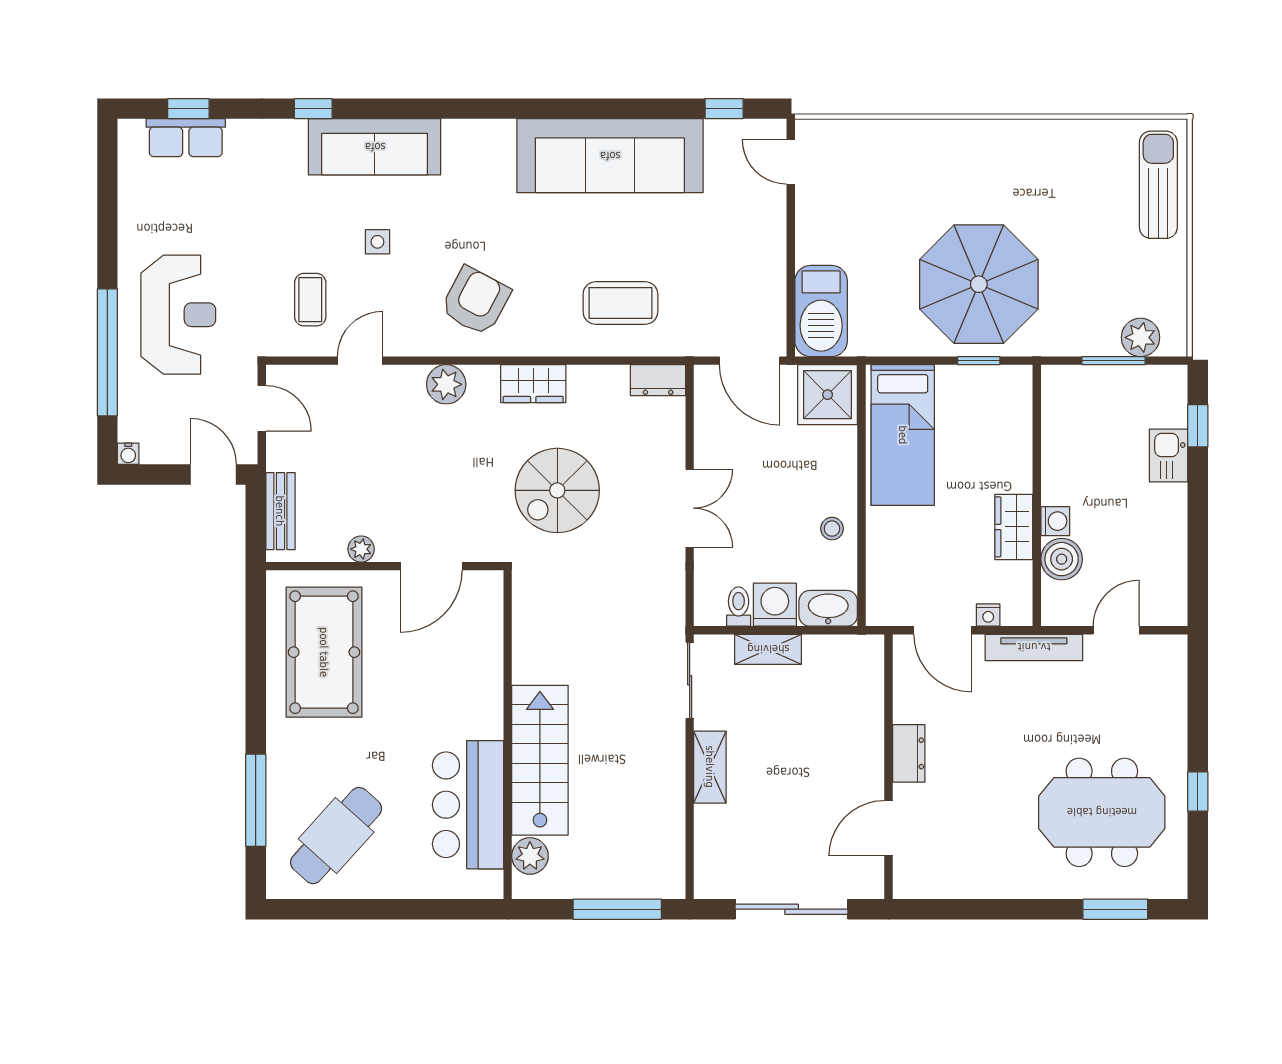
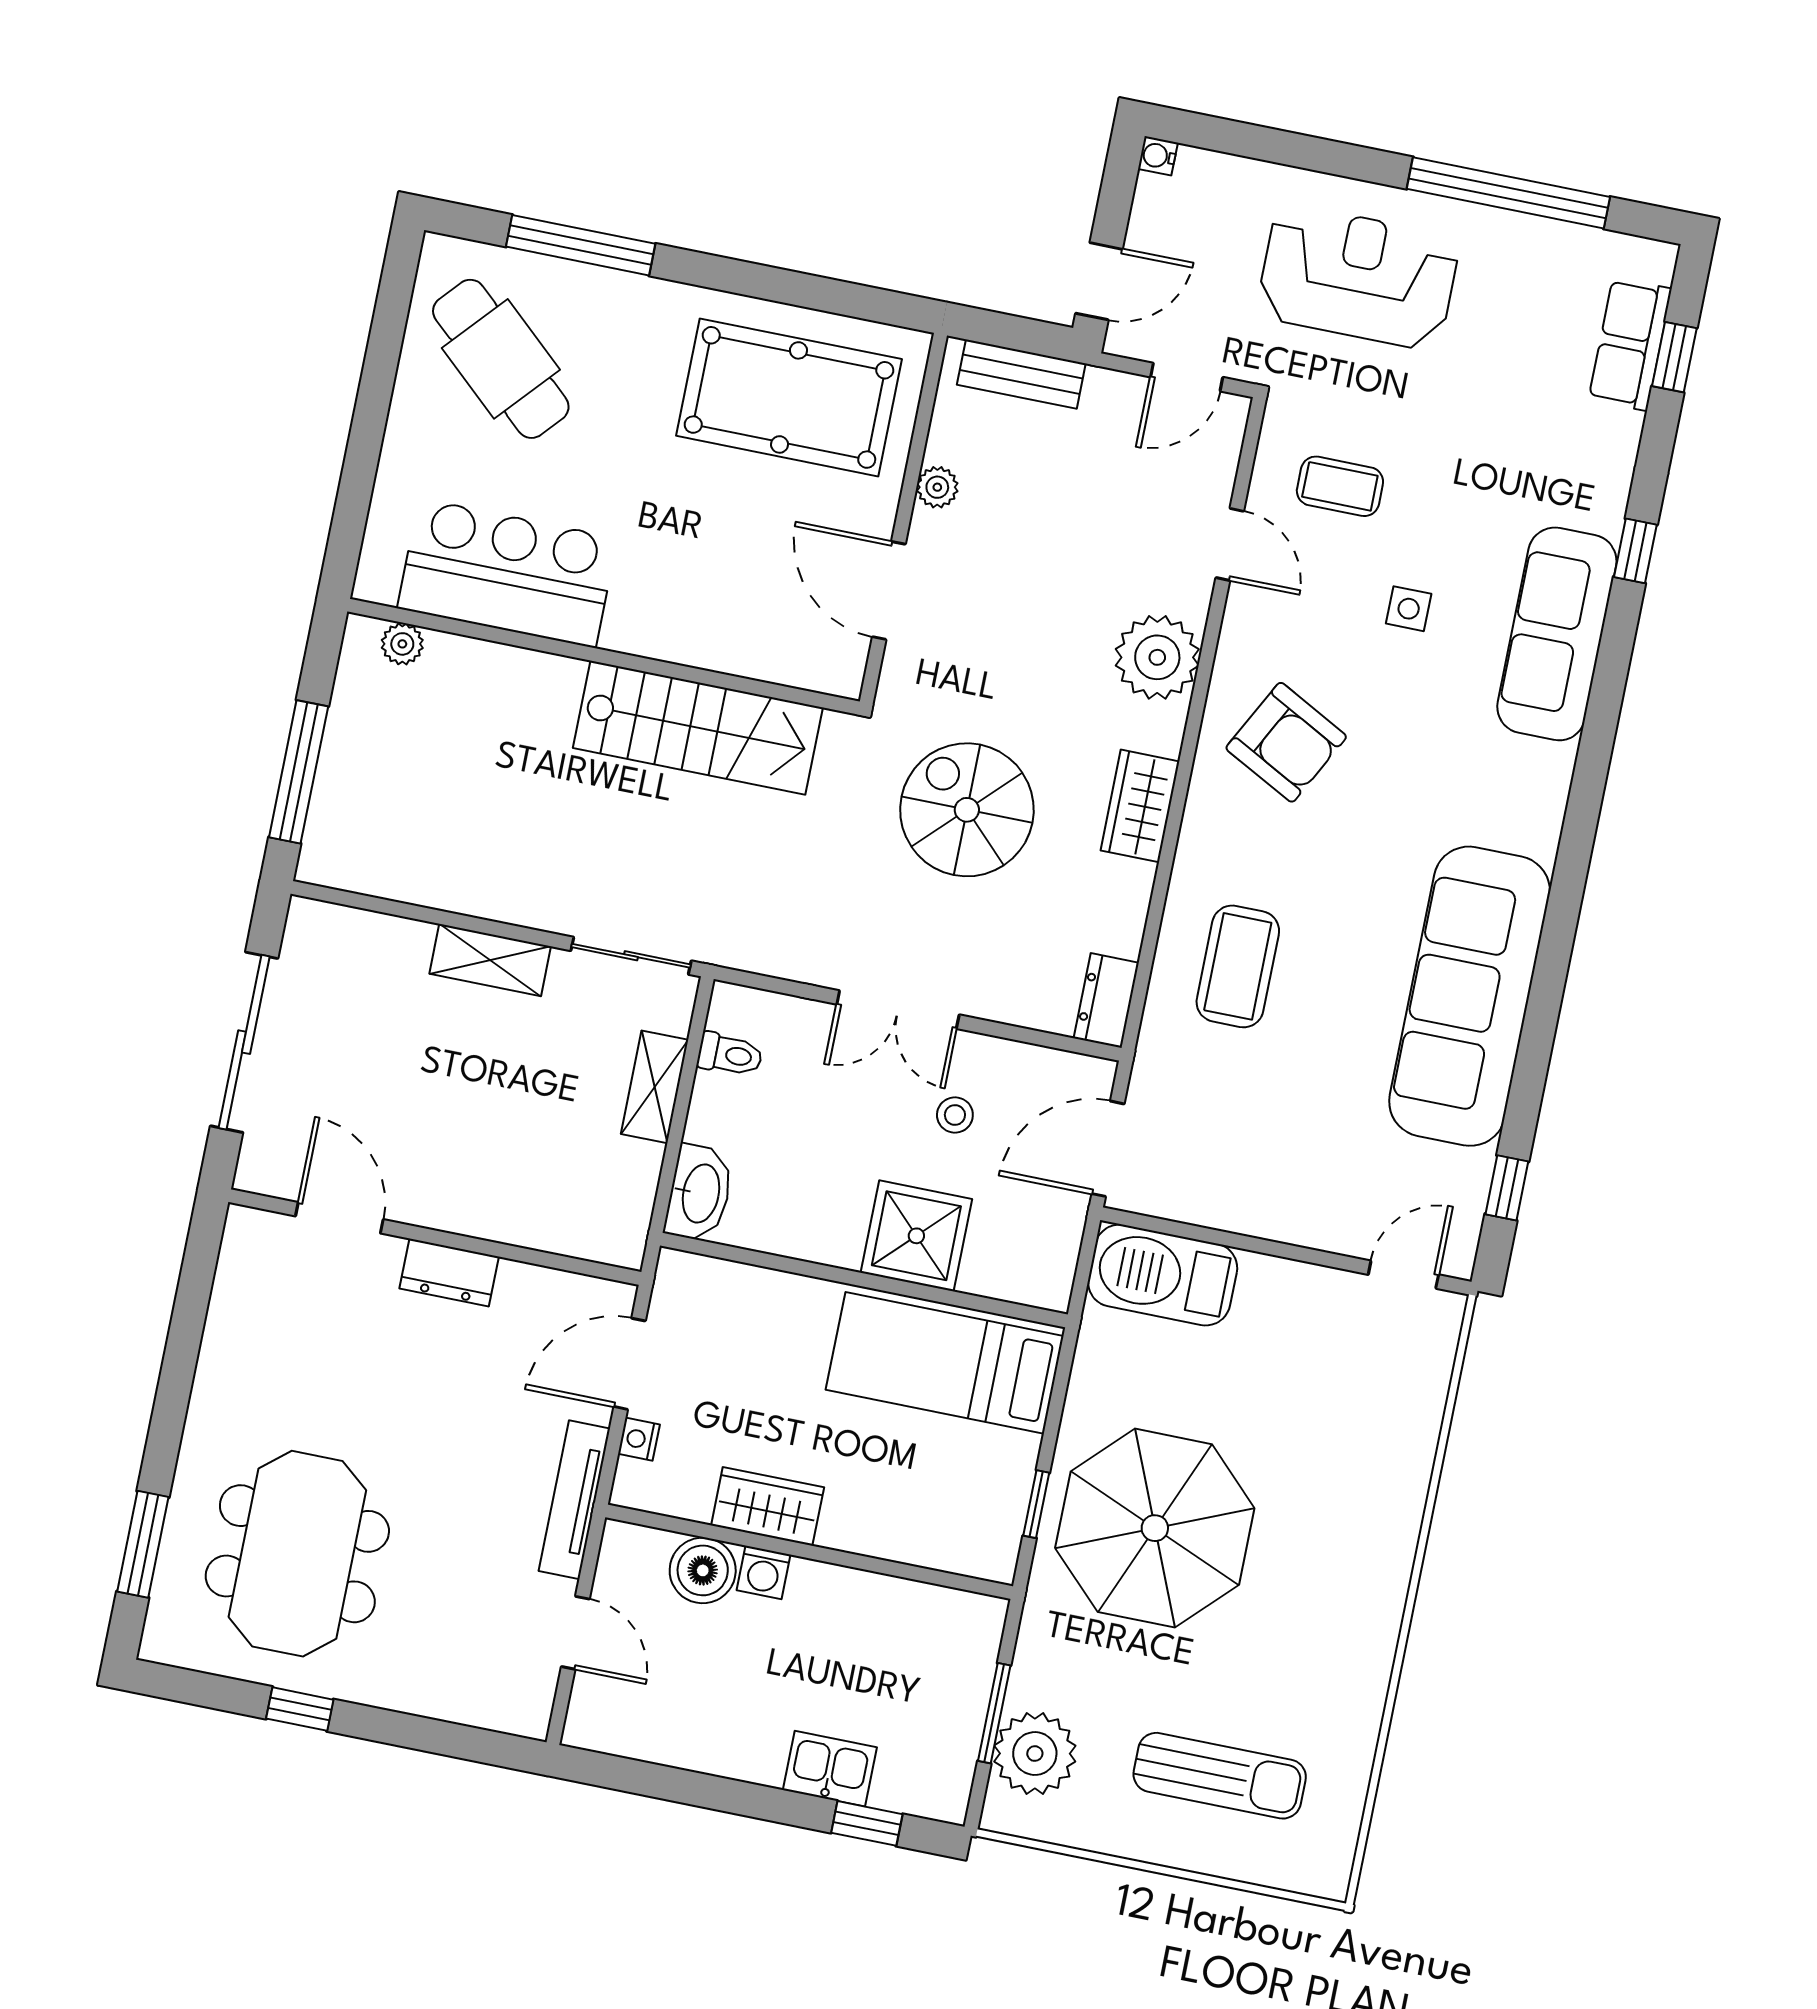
sun lounger: (1158, 185) -> (1220, 1776), moved
reception desk: (178, 315) -> (1358, 277), turned 180
plant: (1140, 337) -> (1035, 1754), width x1.36, depth x1.36
window: (107, 352) -> (1508, 193), moved
plant: (446, 384) -> (1157, 657), width x1.36, depth x1.36
shower: (828, 395) -> (916, 1236), moved
stool: (832, 529) -> (955, 1115), moved
washing machine: (775, 605) -> (722, 1111), removed
stairs: (540, 760) -> (698, 728), moved
plant: (530, 856) -> (402, 644), width x0.73, depth x0.73

